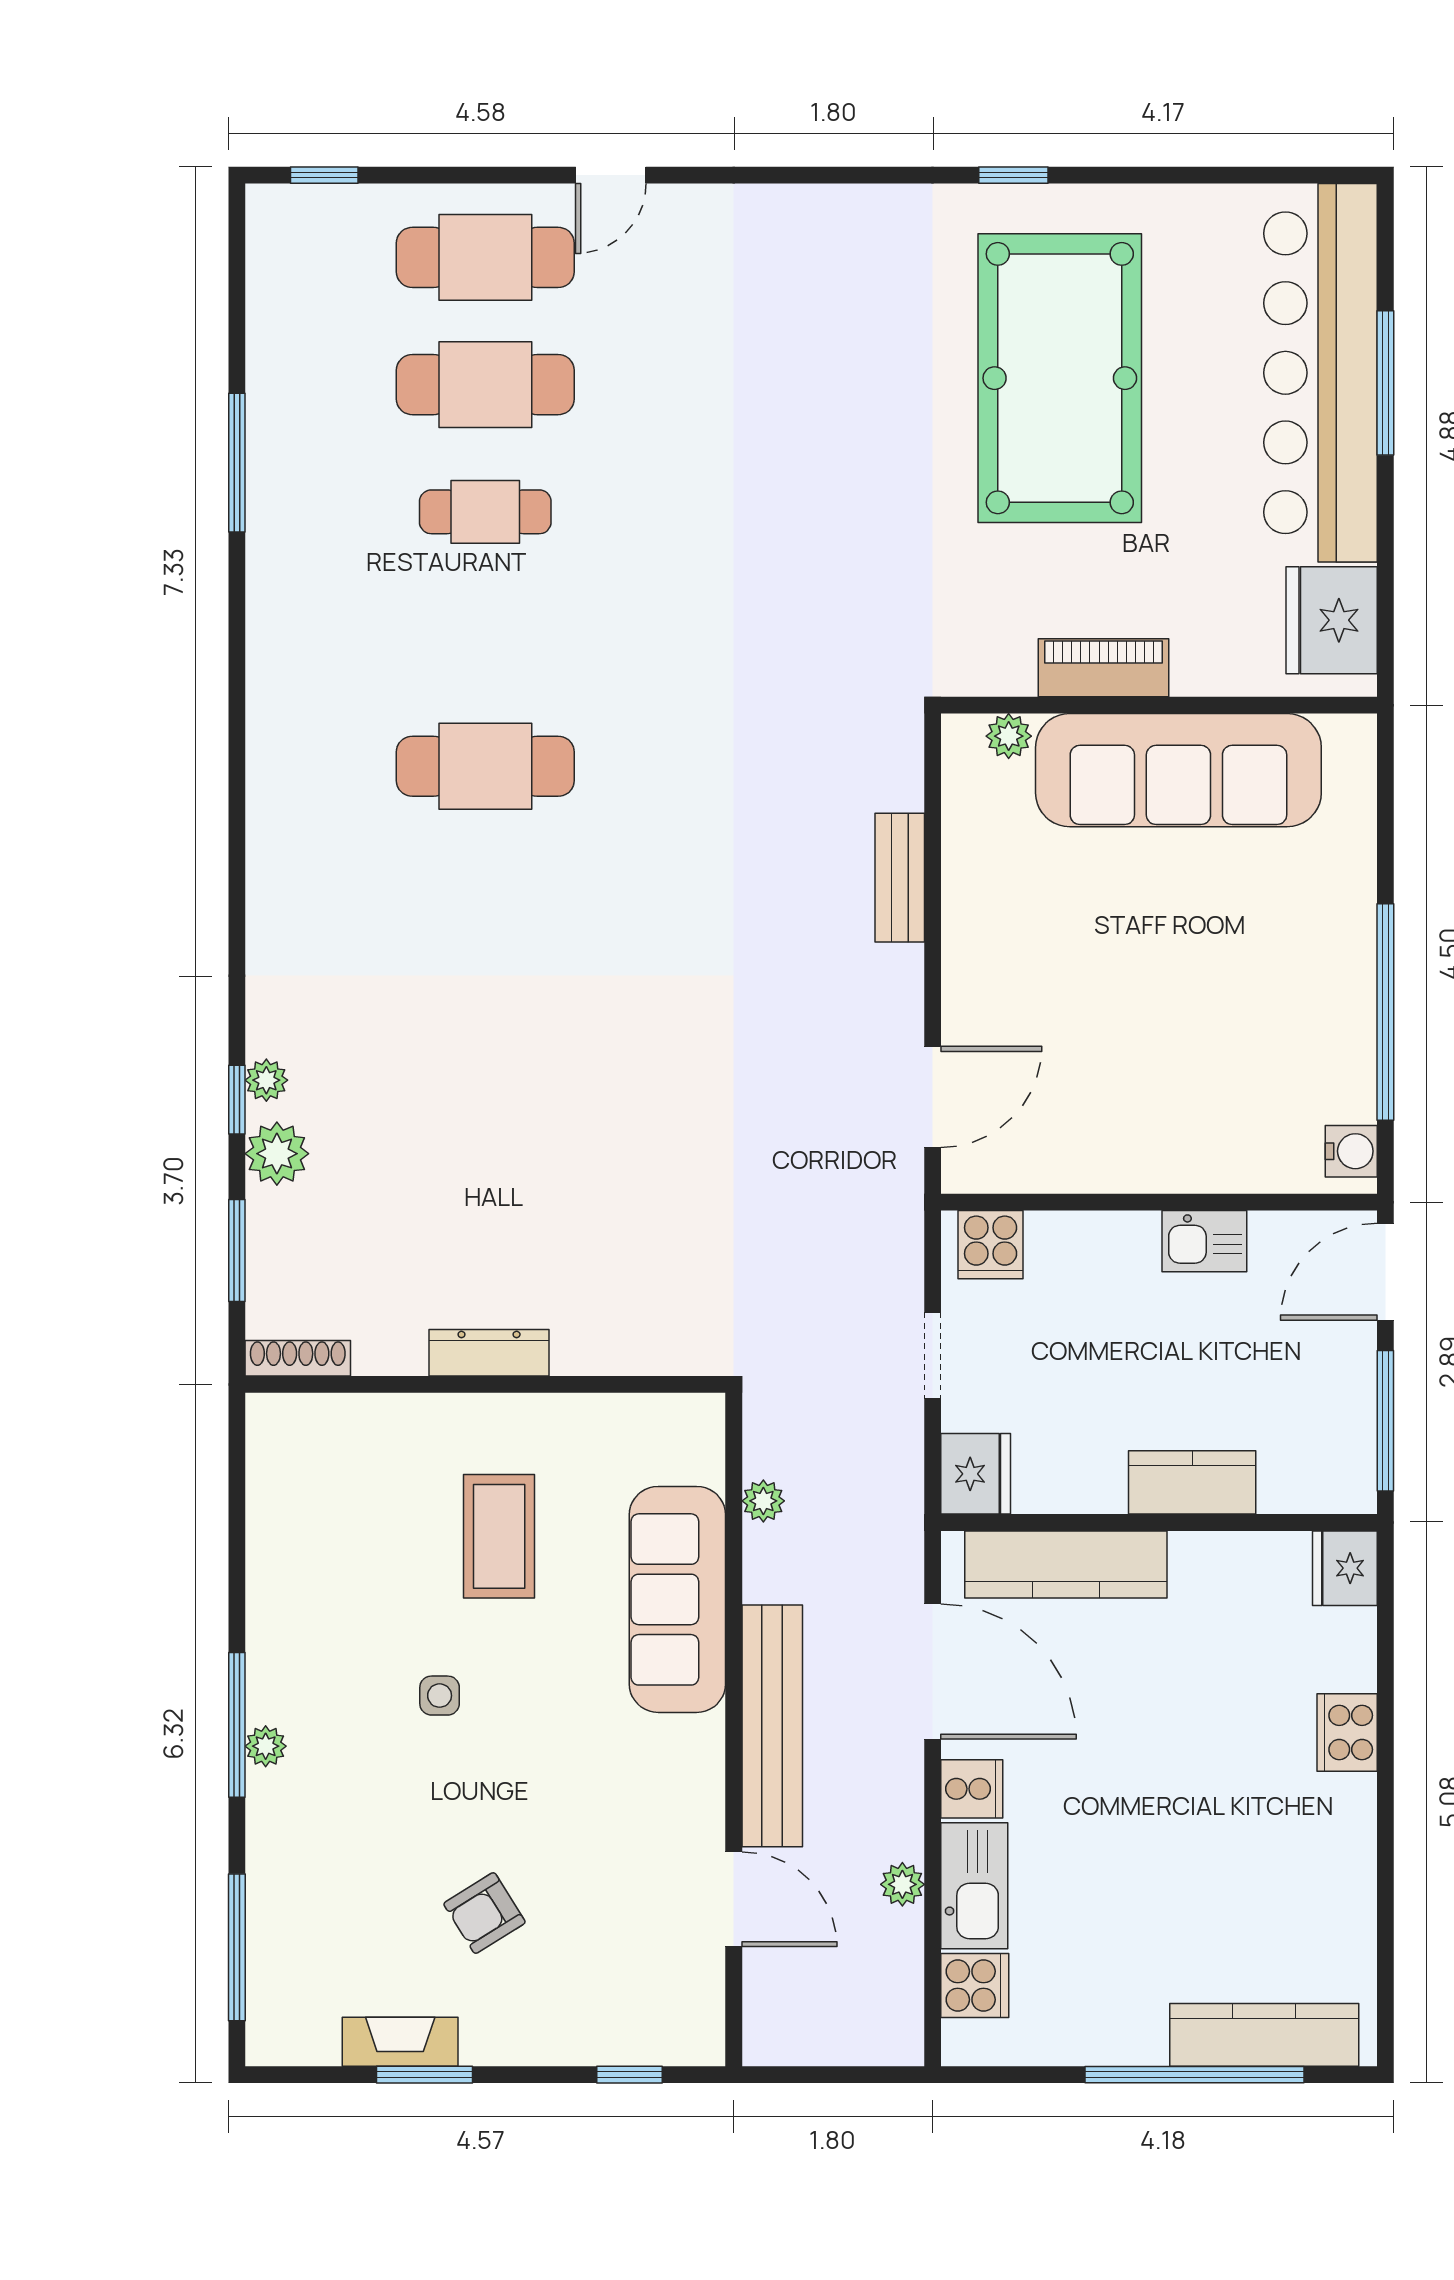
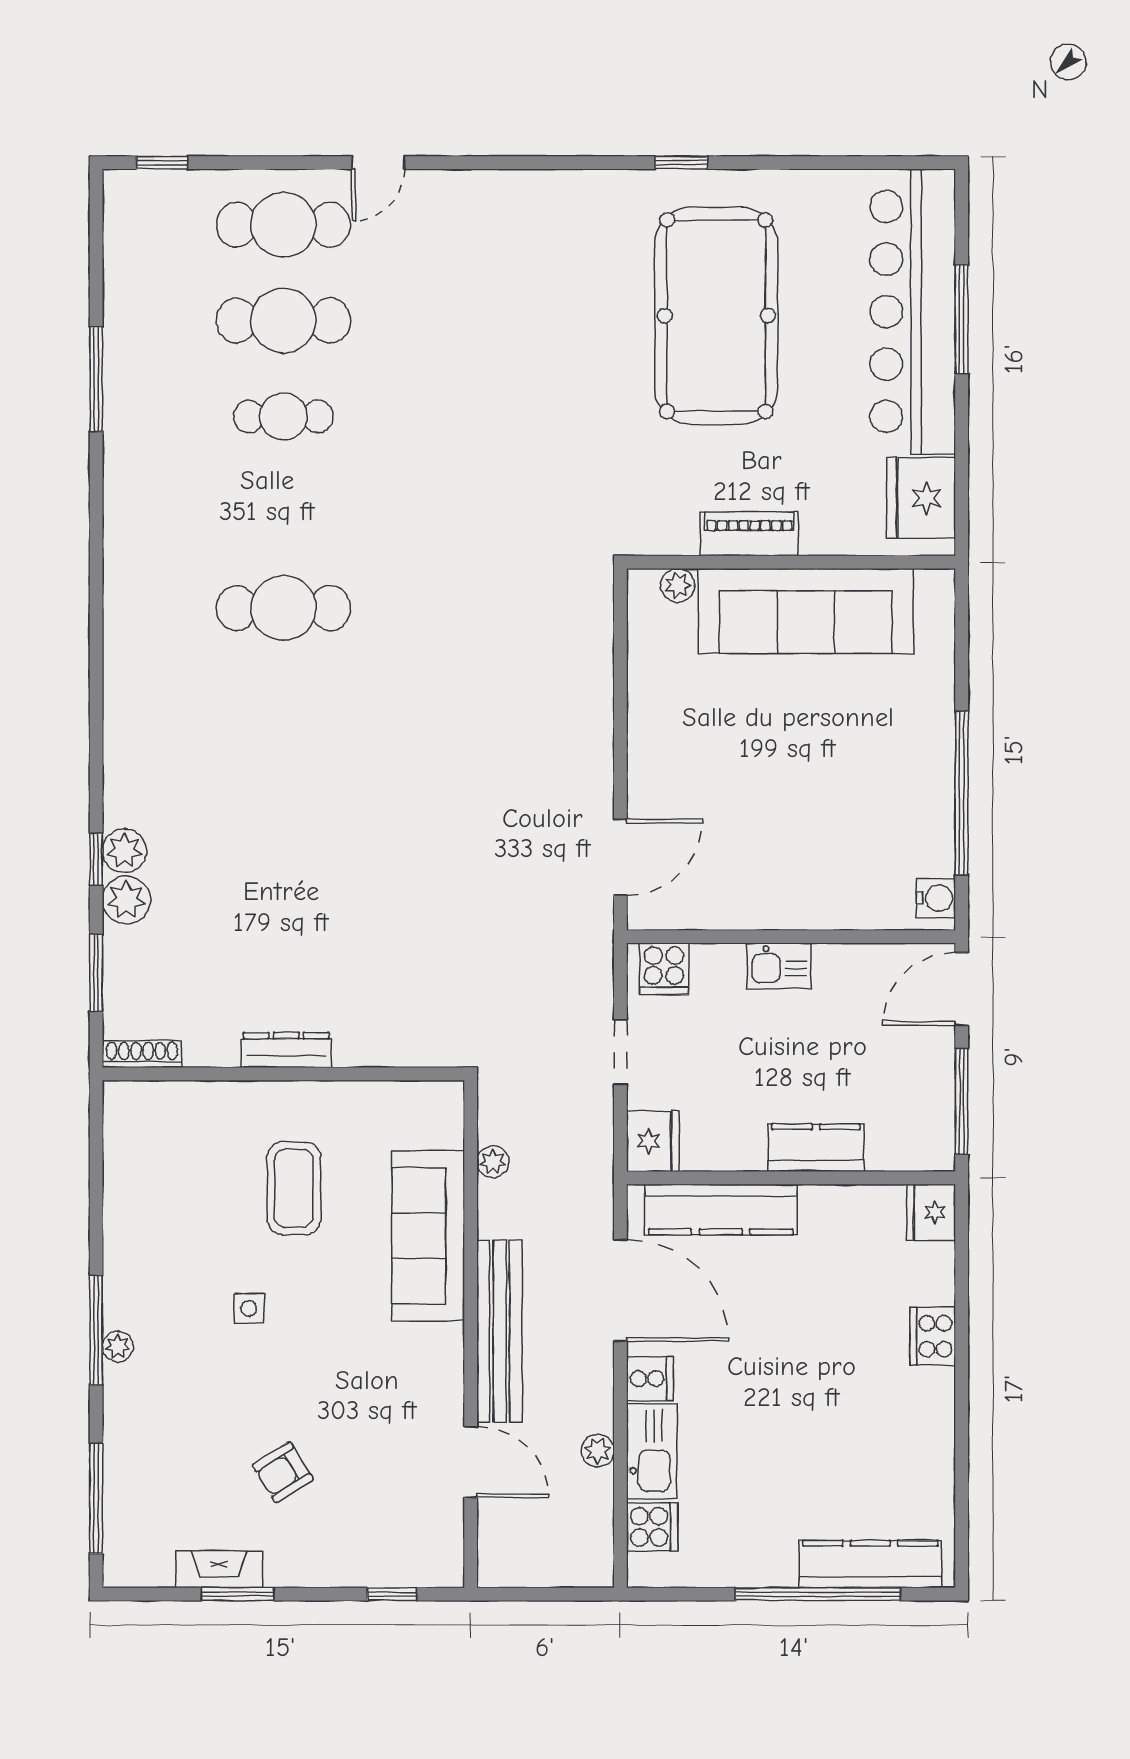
bench: (900, 878) -> (596, 692), removed
plant: (266, 1080) -> (124, 851), width x1.38, depth x1.38
kitchen sink: (1204, 1241) -> (779, 966), moved

